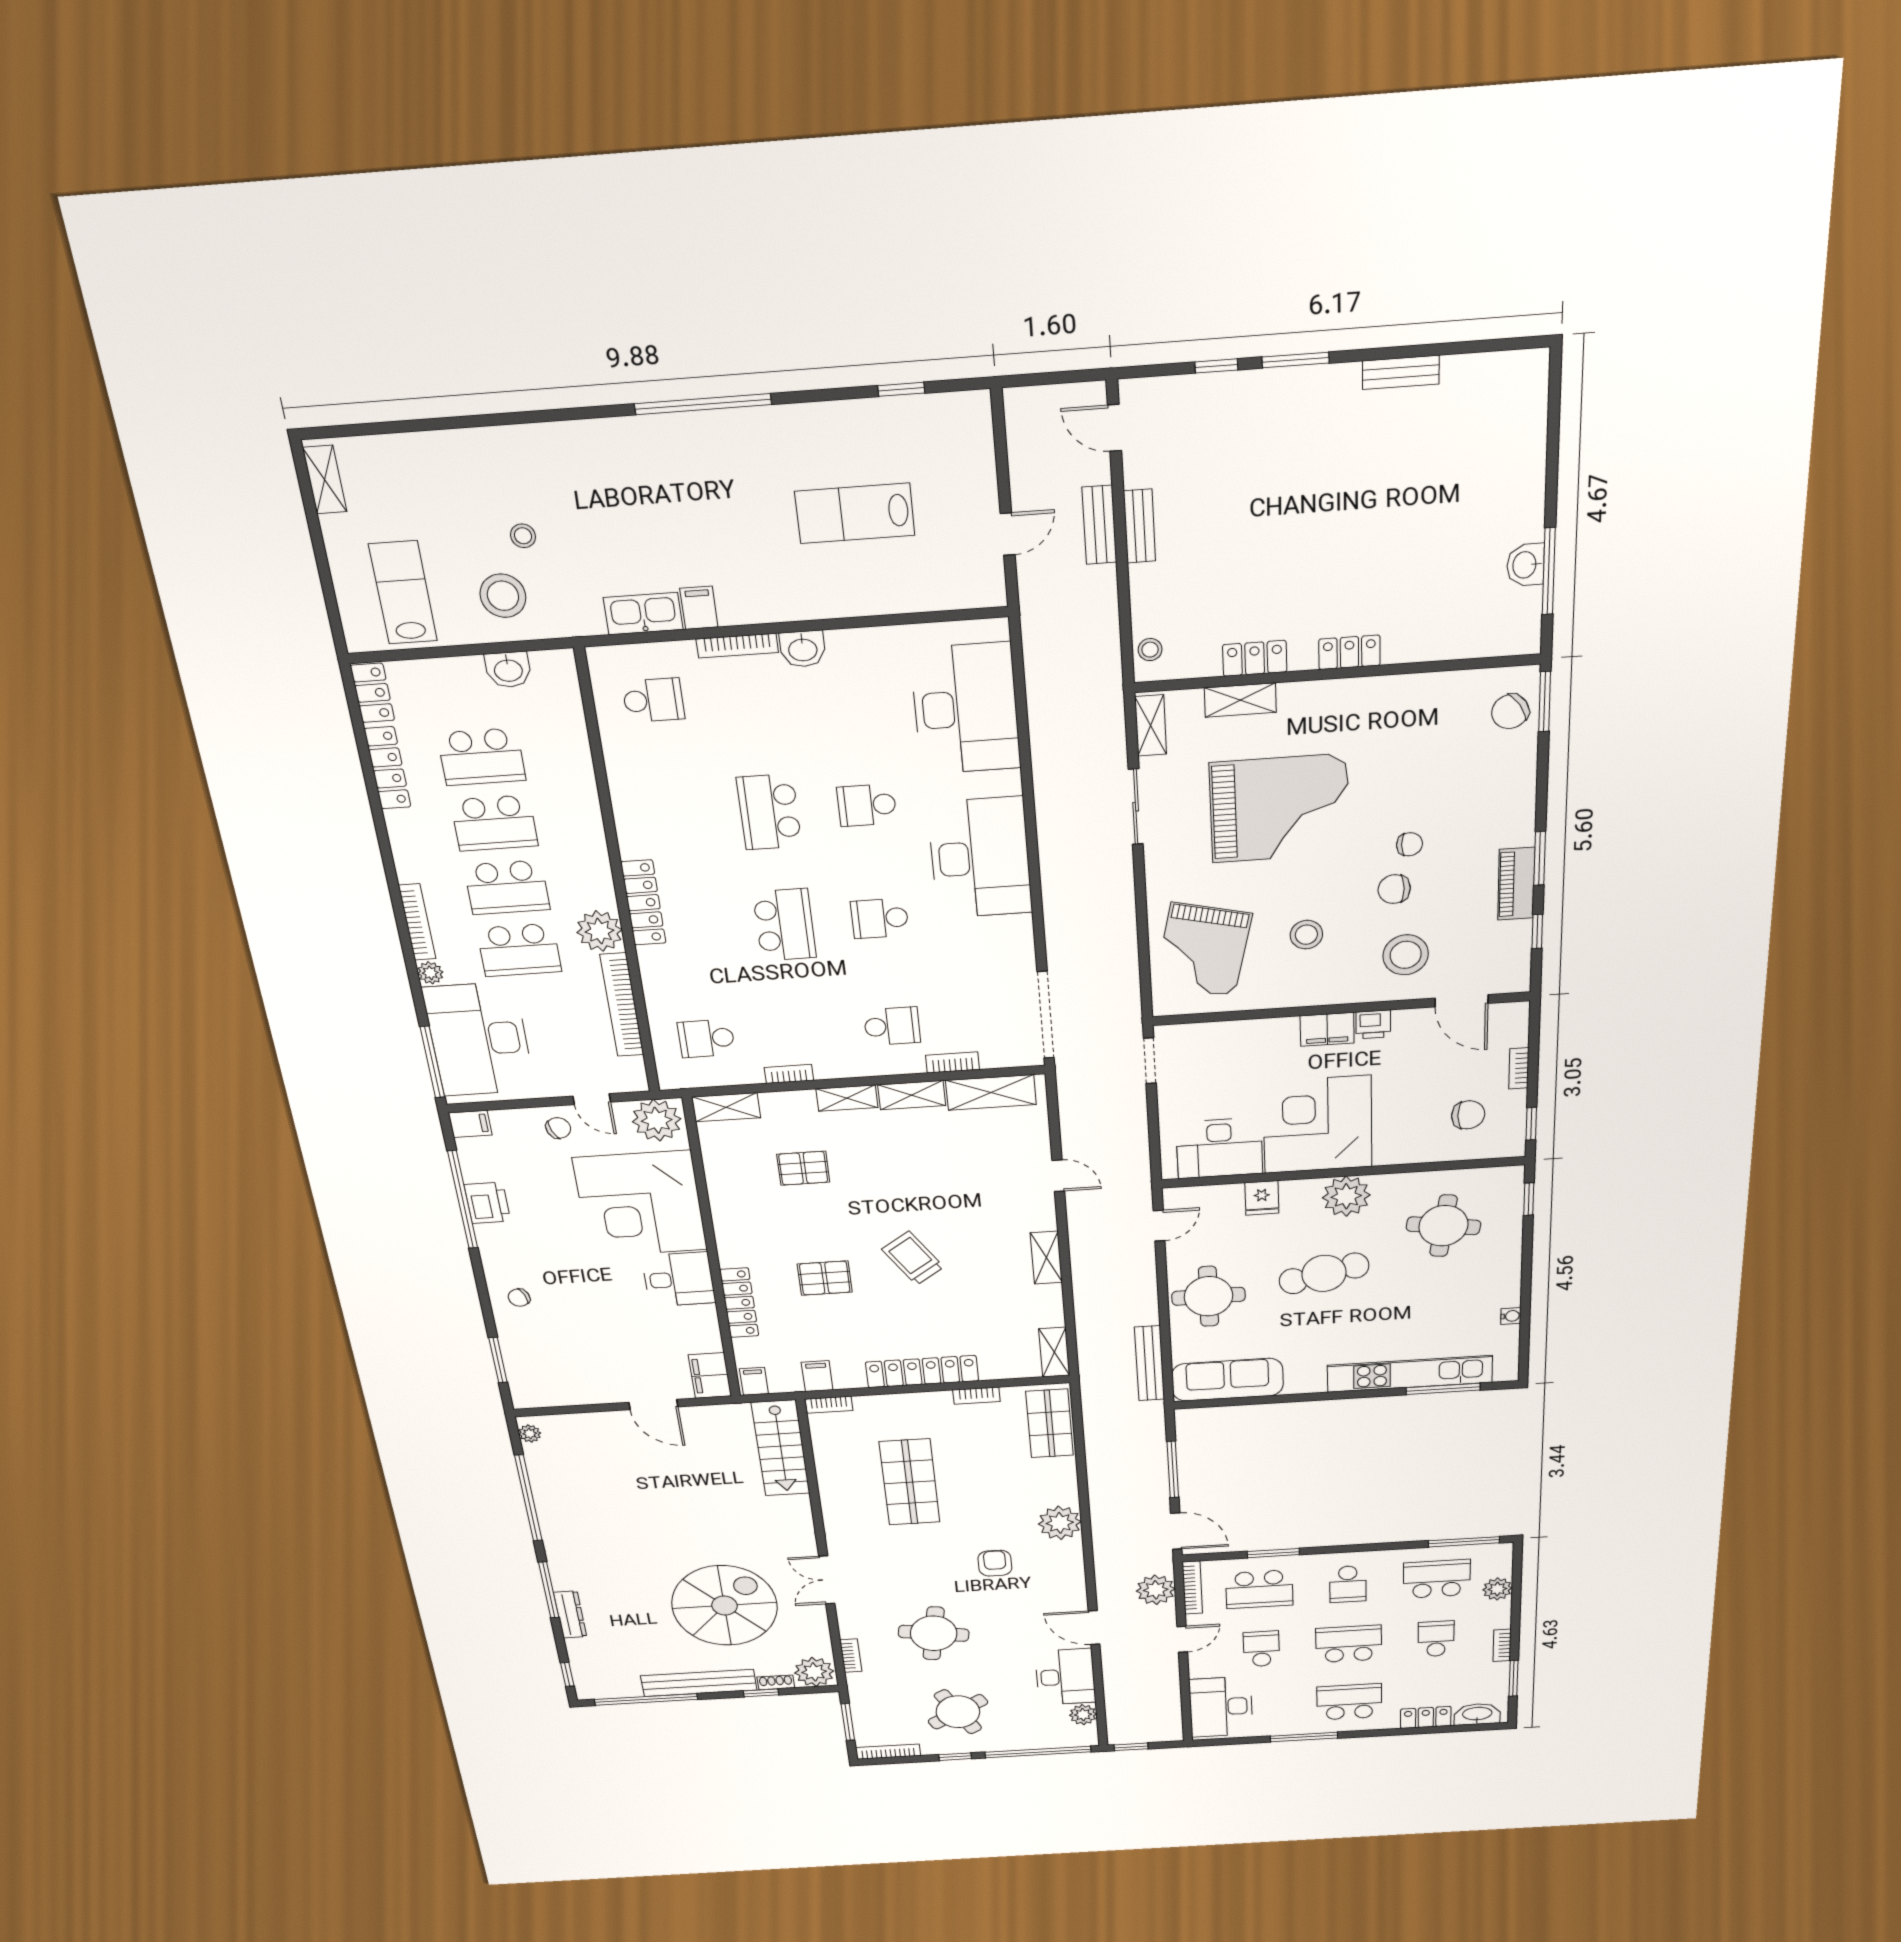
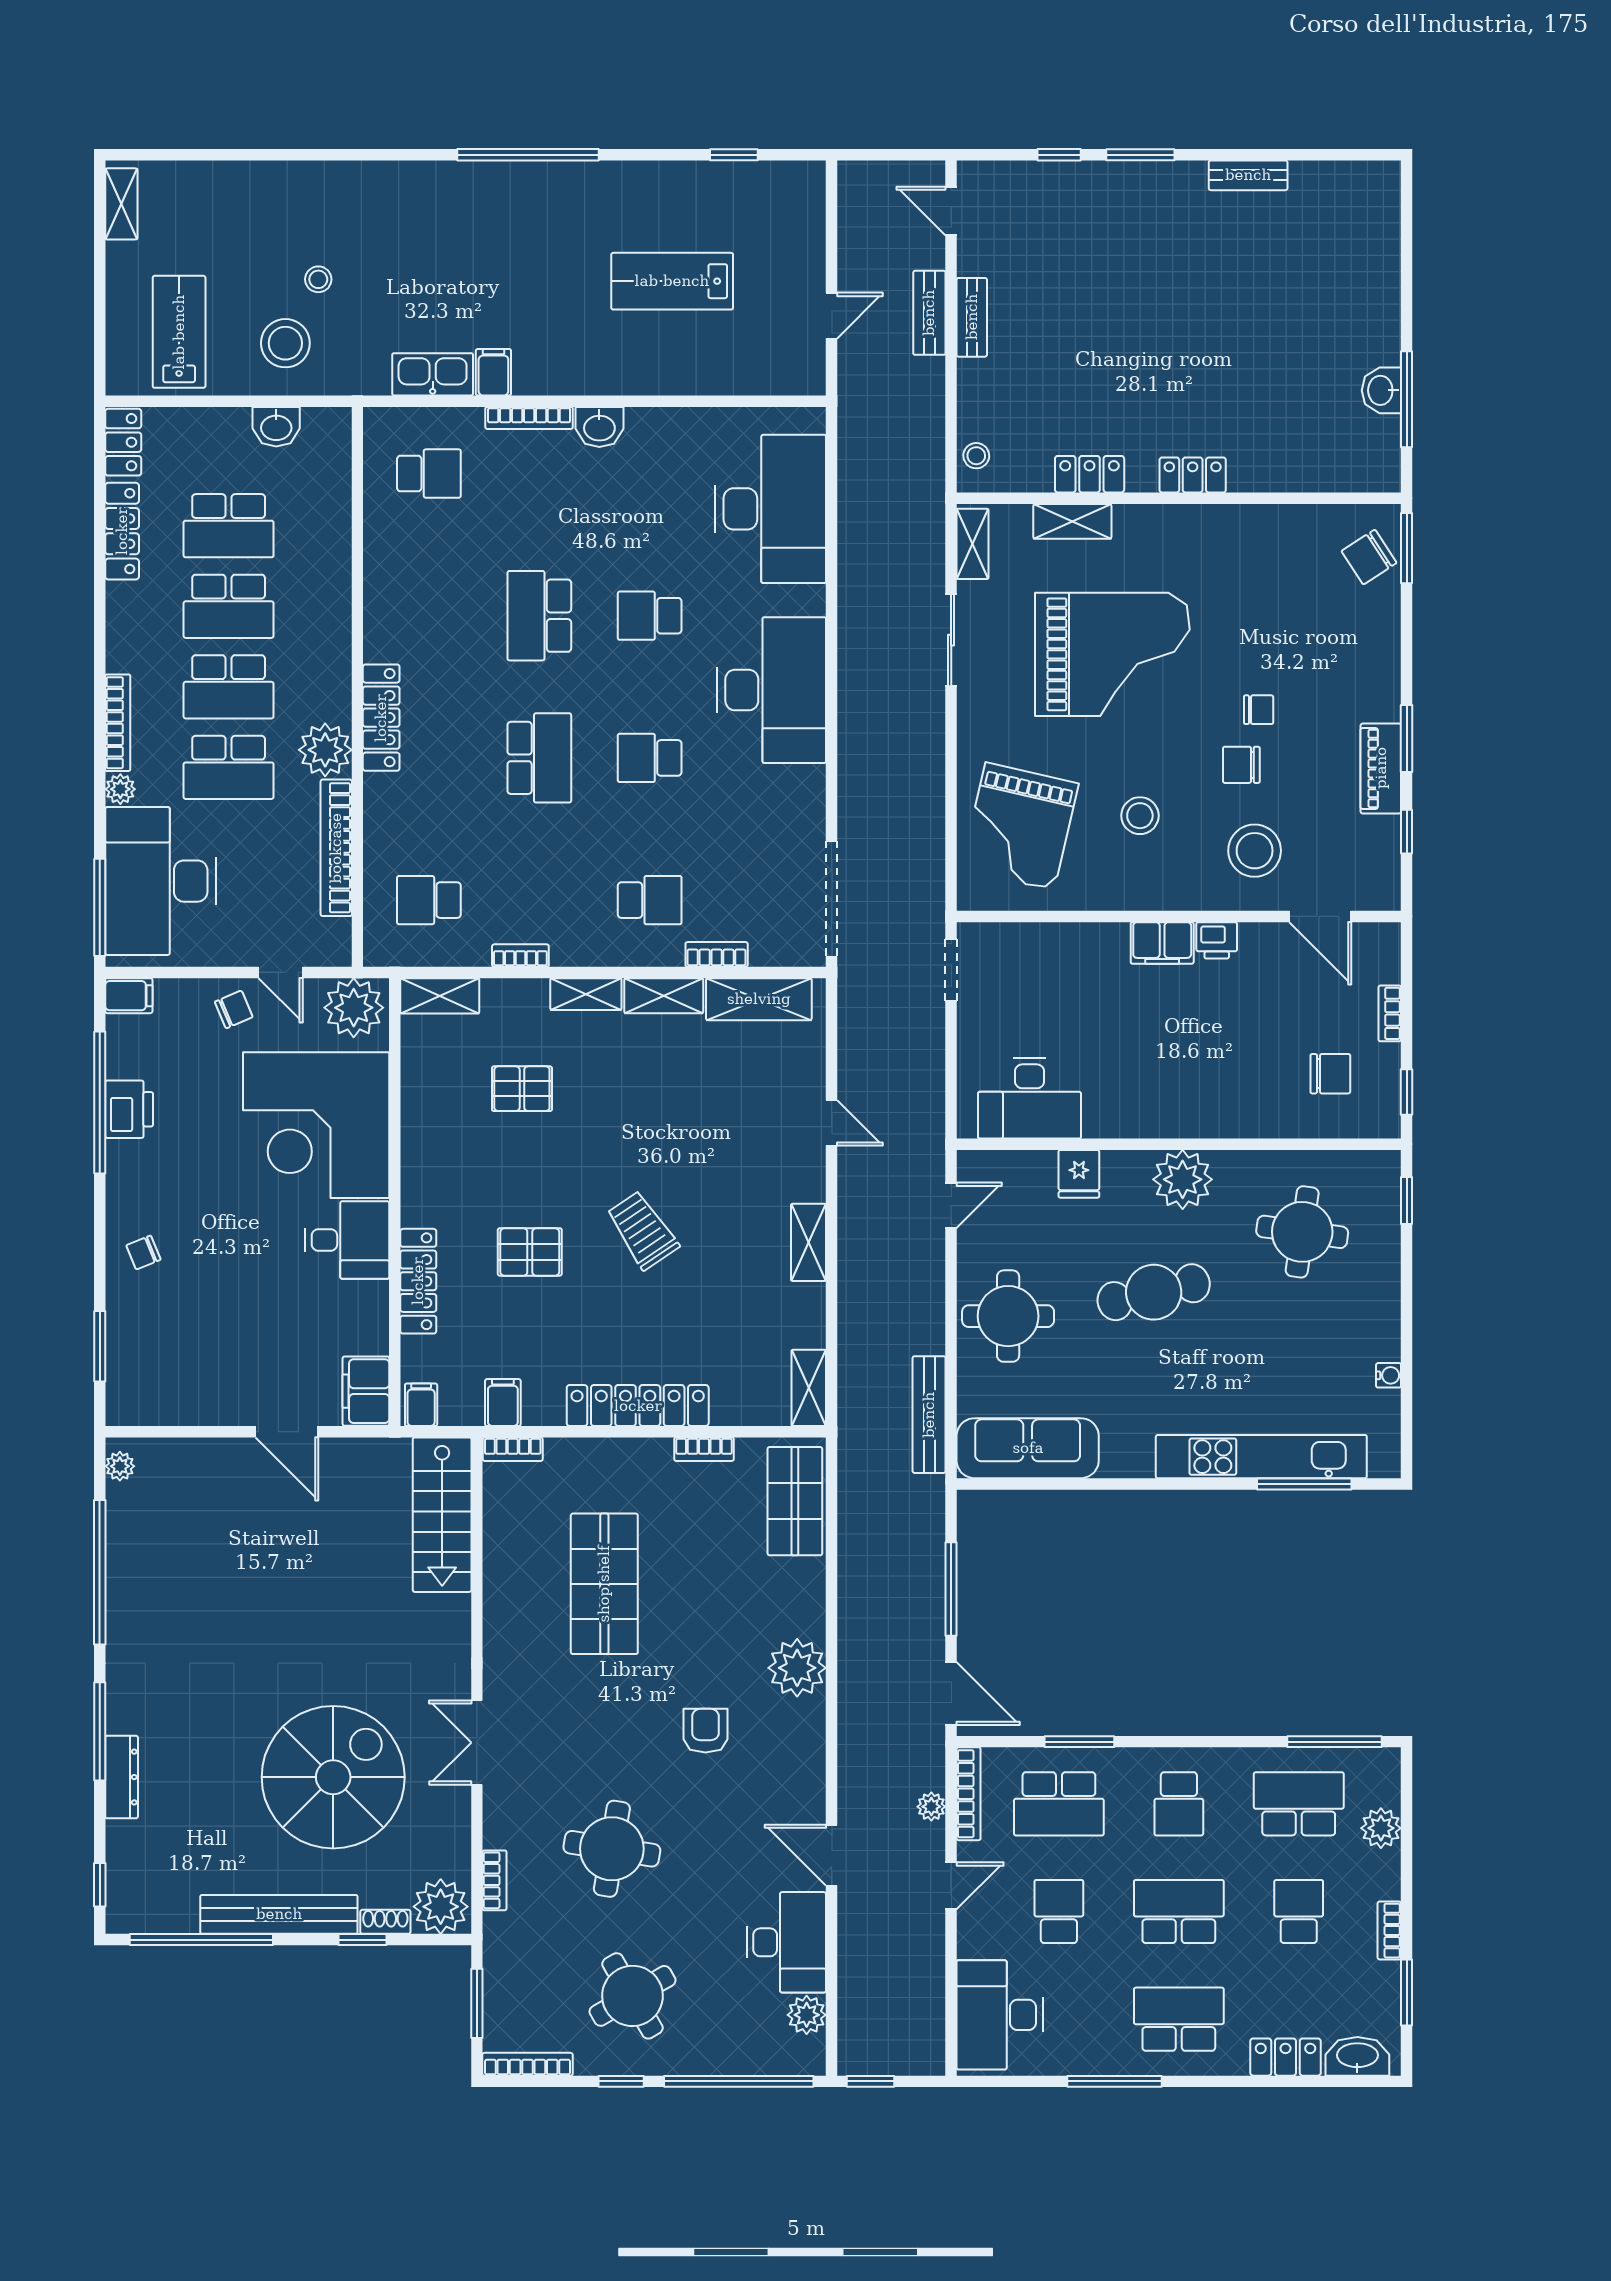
corner desk: (1318, 1125) -> (1149, 1074), removed
plant: (1156, 1590) -> (931, 1807), width x0.53, depth x0.53

